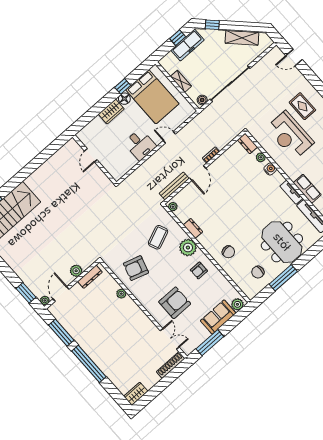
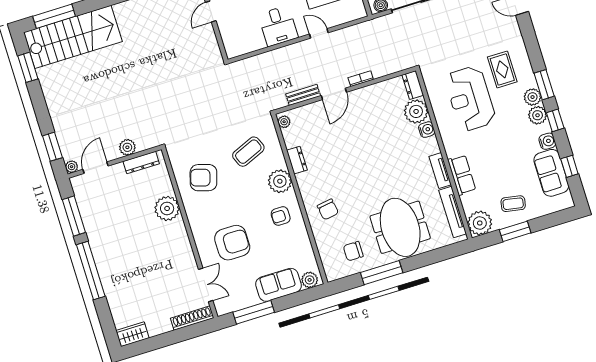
plant: (261, 157) -> (416, 111), width x1.88, depth x1.88
bench: (174, 186) -> (303, 95), width x0.73
plant: (121, 294) -> (167, 208), width x1.88, depth x1.88

